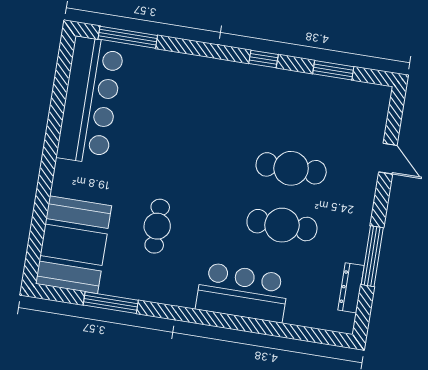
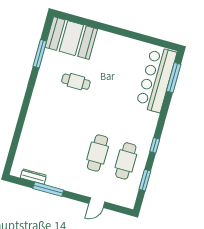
bar counter: (90, 101) -> (156, 79), moved, turned 90
cafe table: (282, 225) -> (126, 161), moved
bar counter: (242, 292) -> (37, 121), removed

